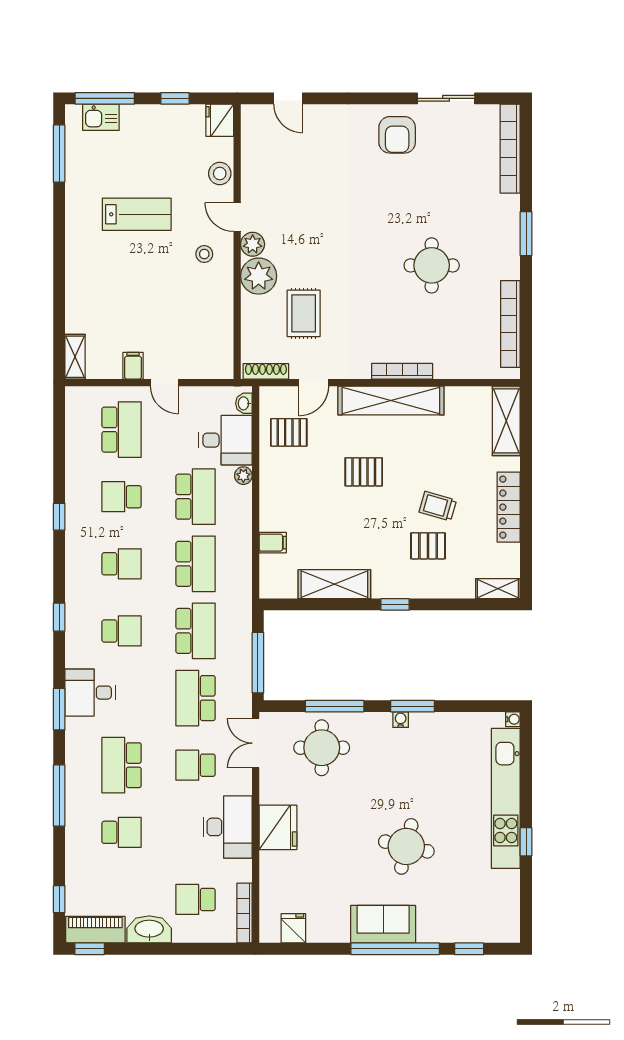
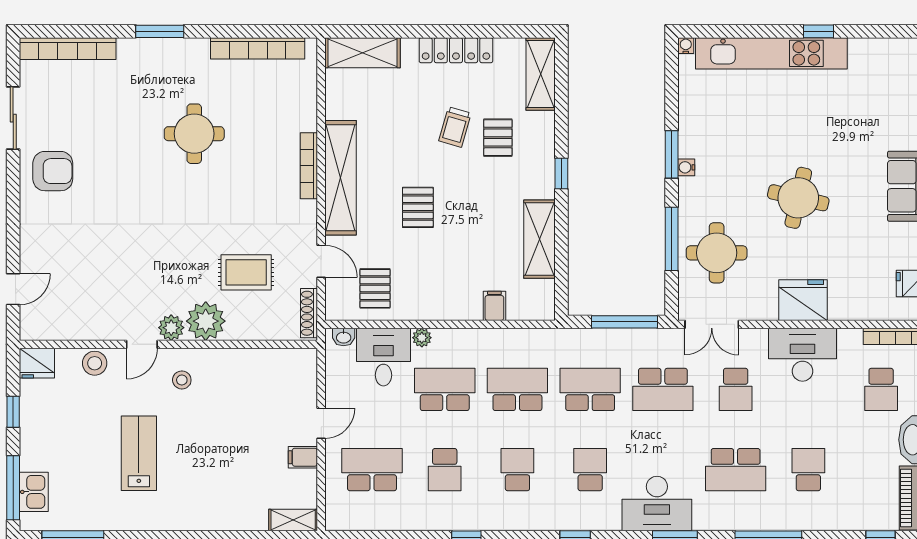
shelving: (498, 589) -> (541, 74), width x1.50, depth x1.33
desk: (90, 693) -> (657, 504), width x1.37
round table: (406, 846) -> (798, 198), moved

